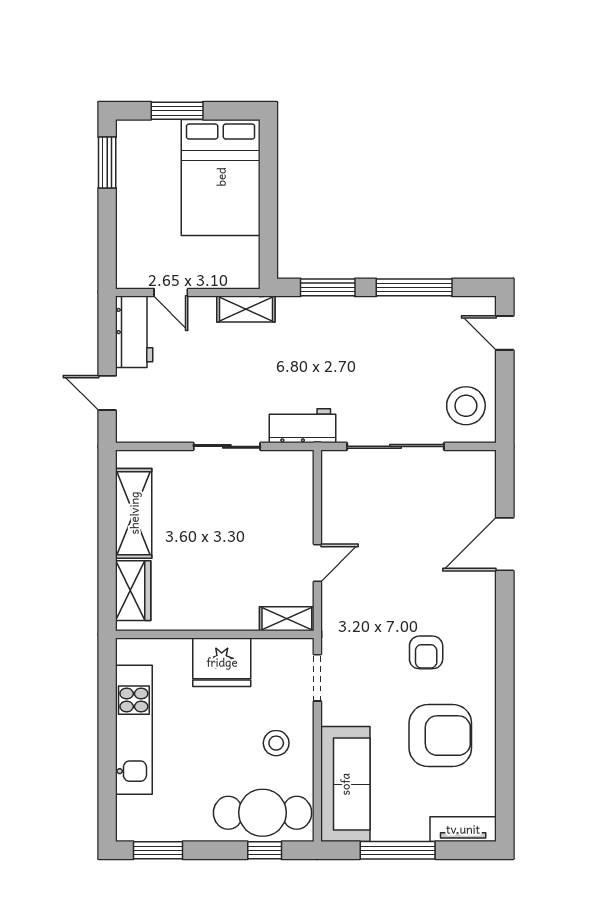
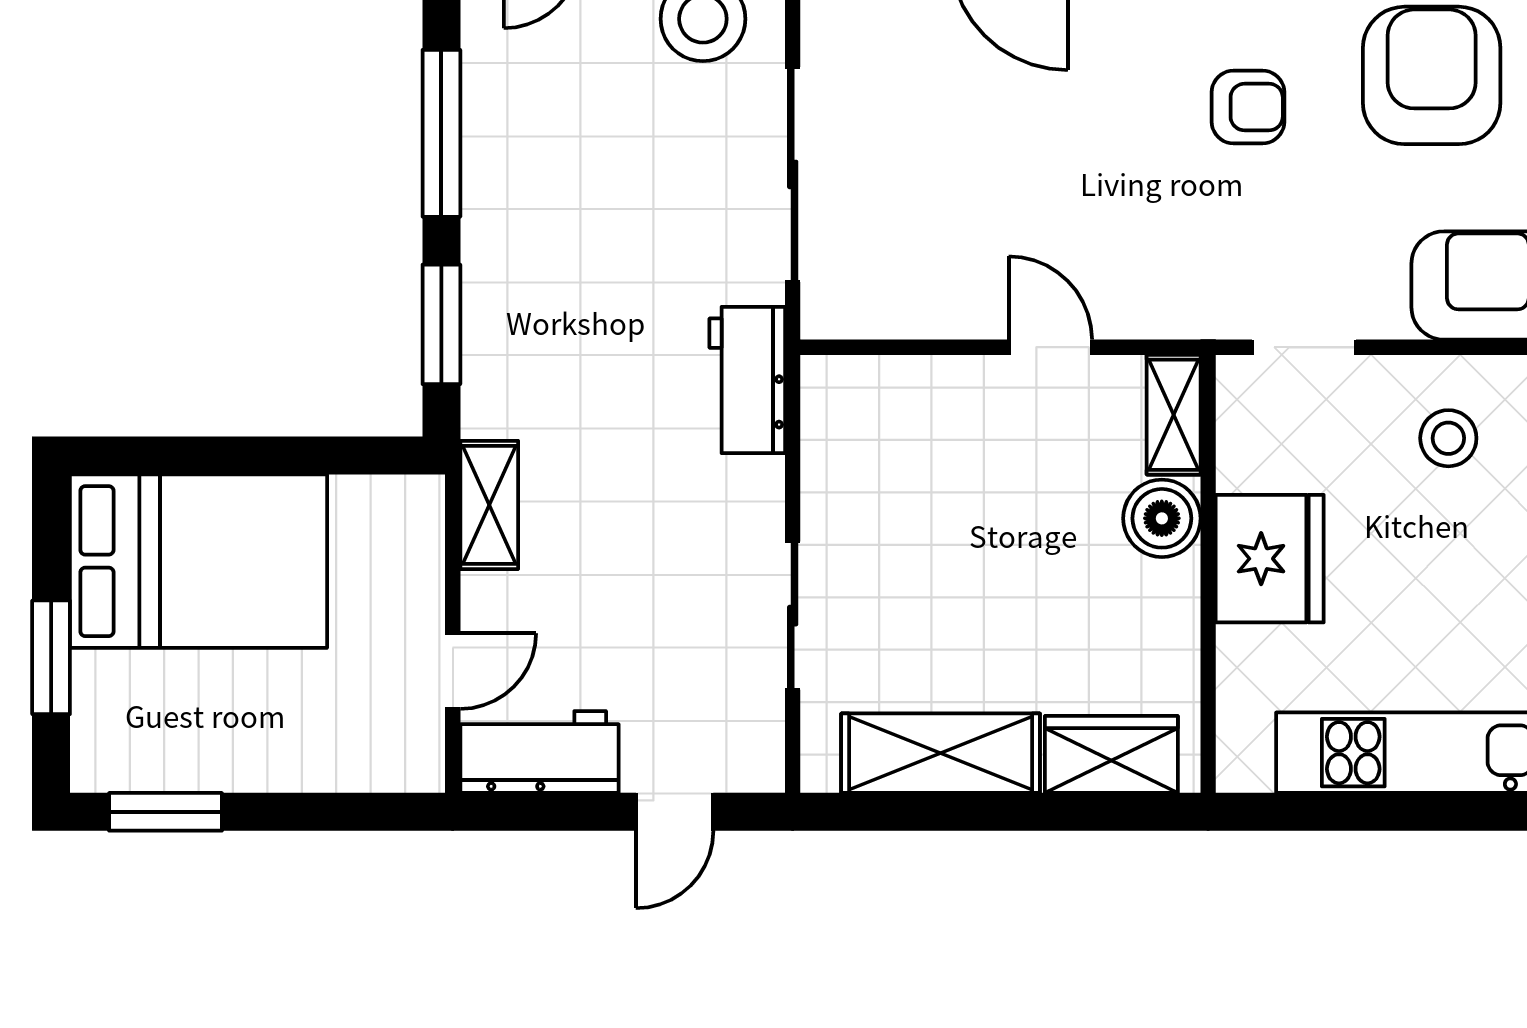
sliding door: (227, 446) -> (793, 616), moved
boiler: (240, 613) -> (1162, 518), added

